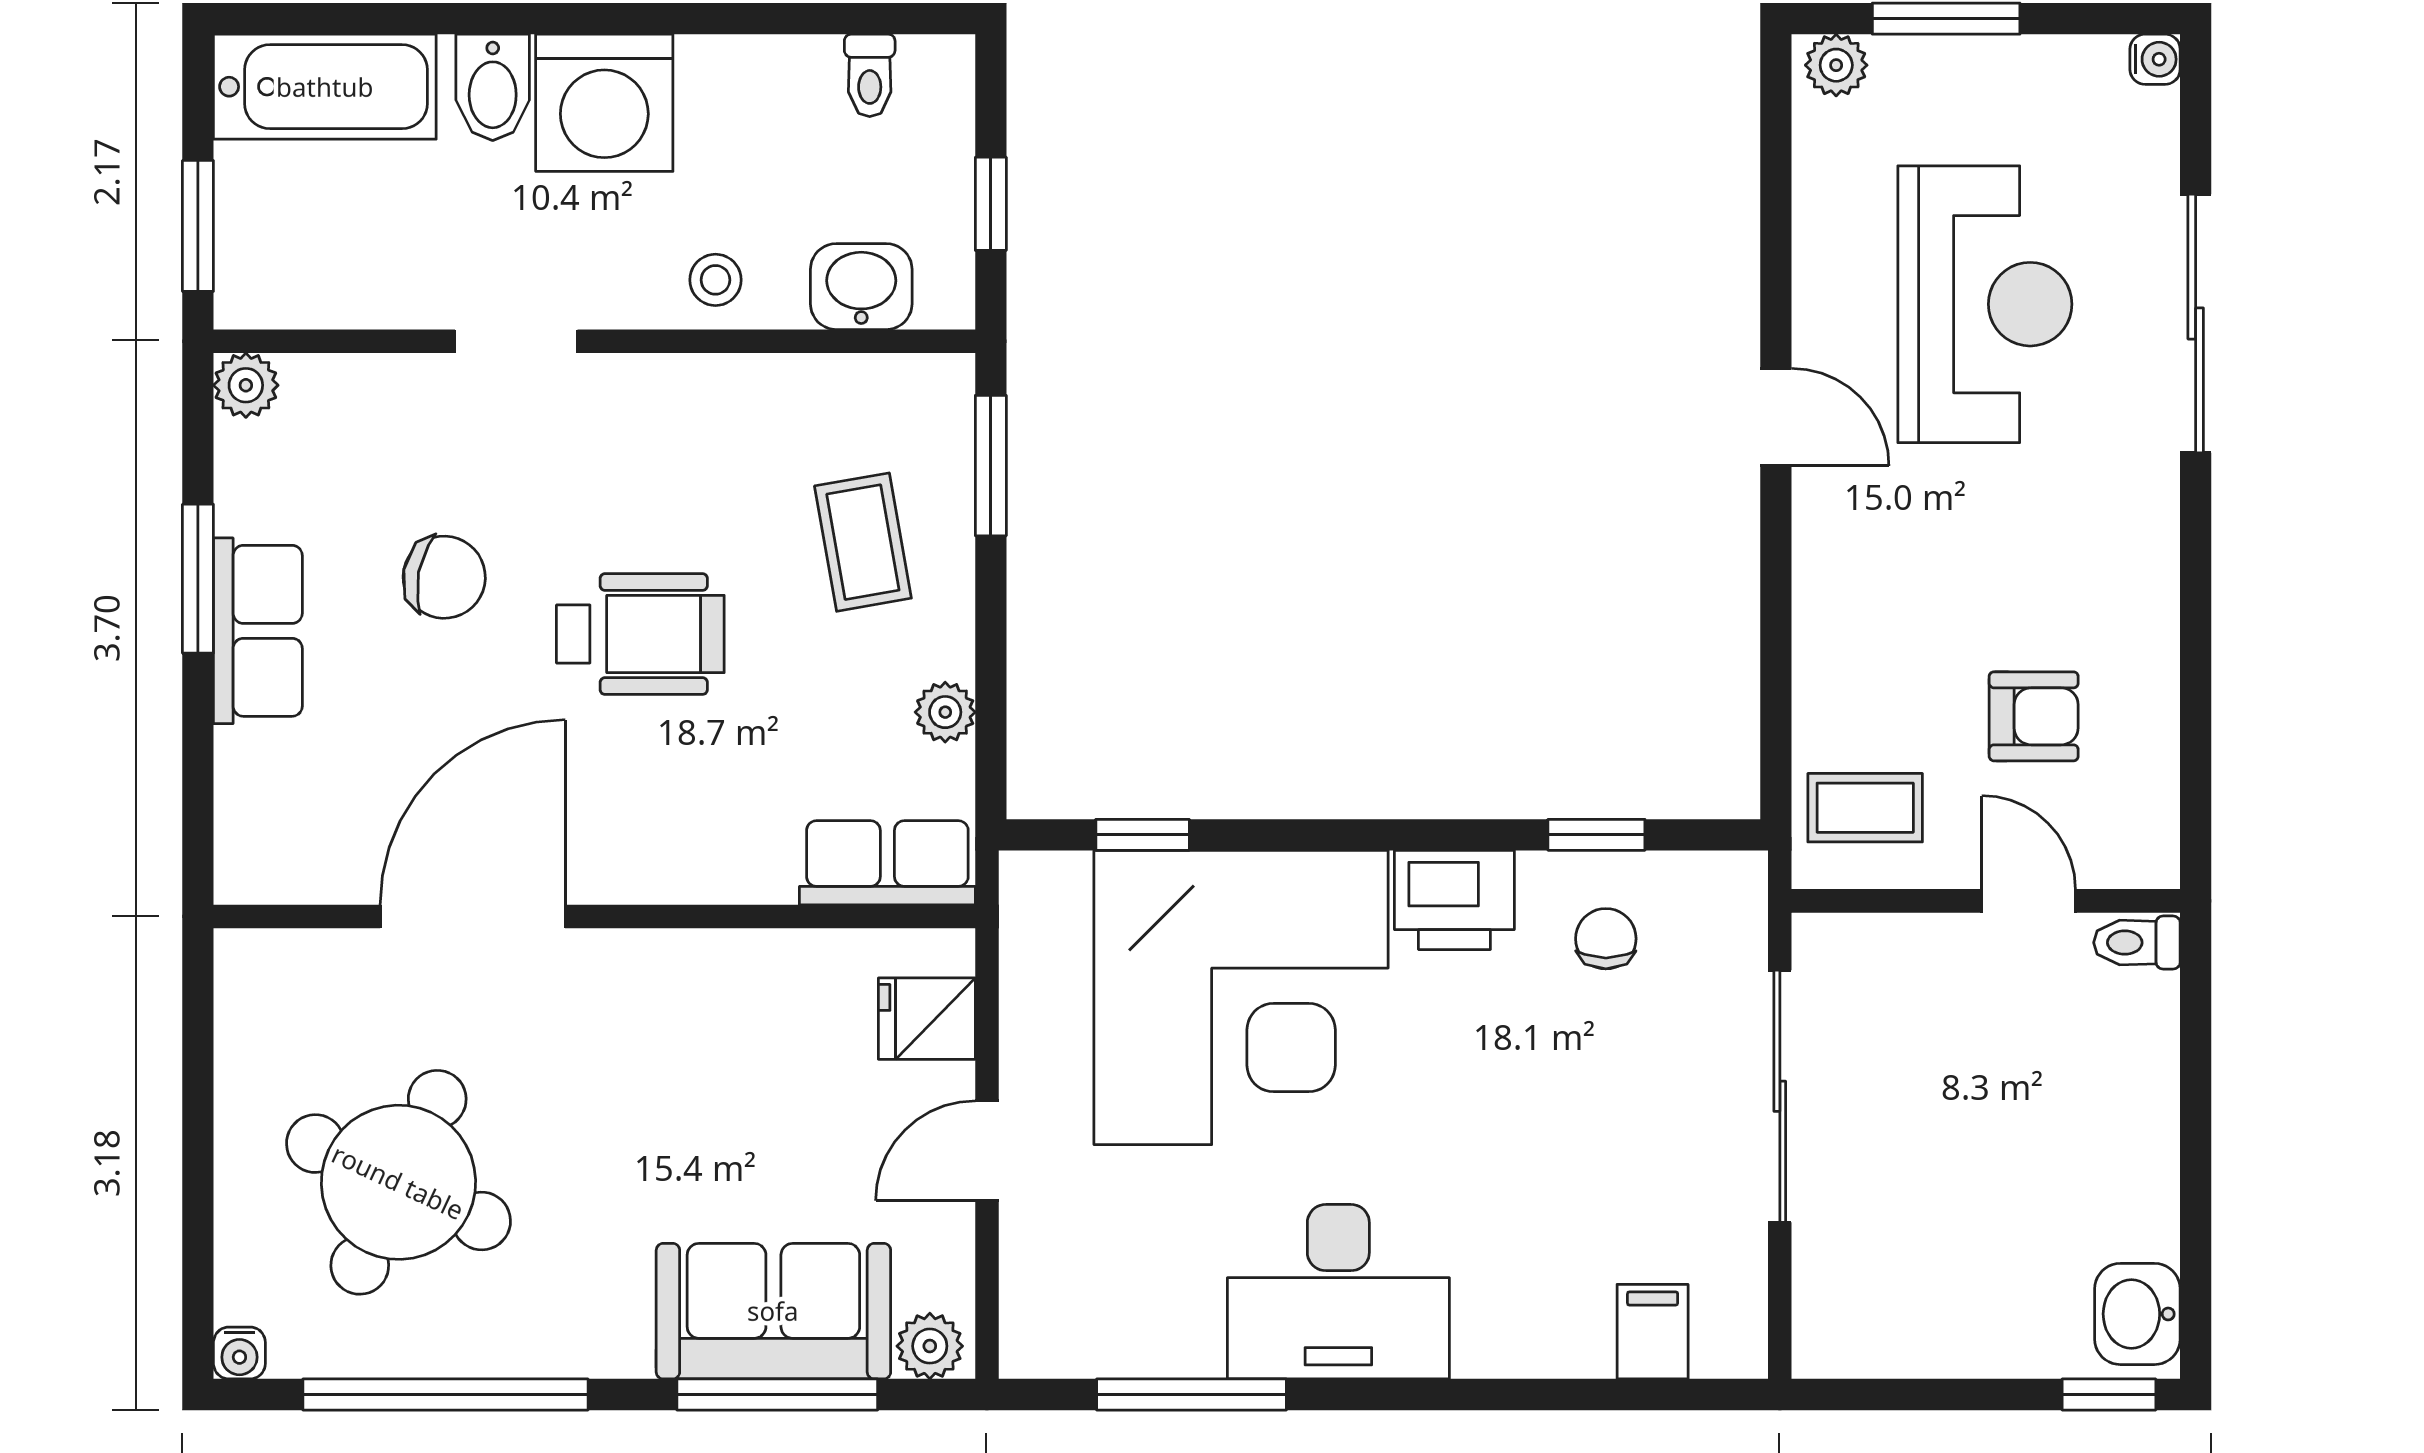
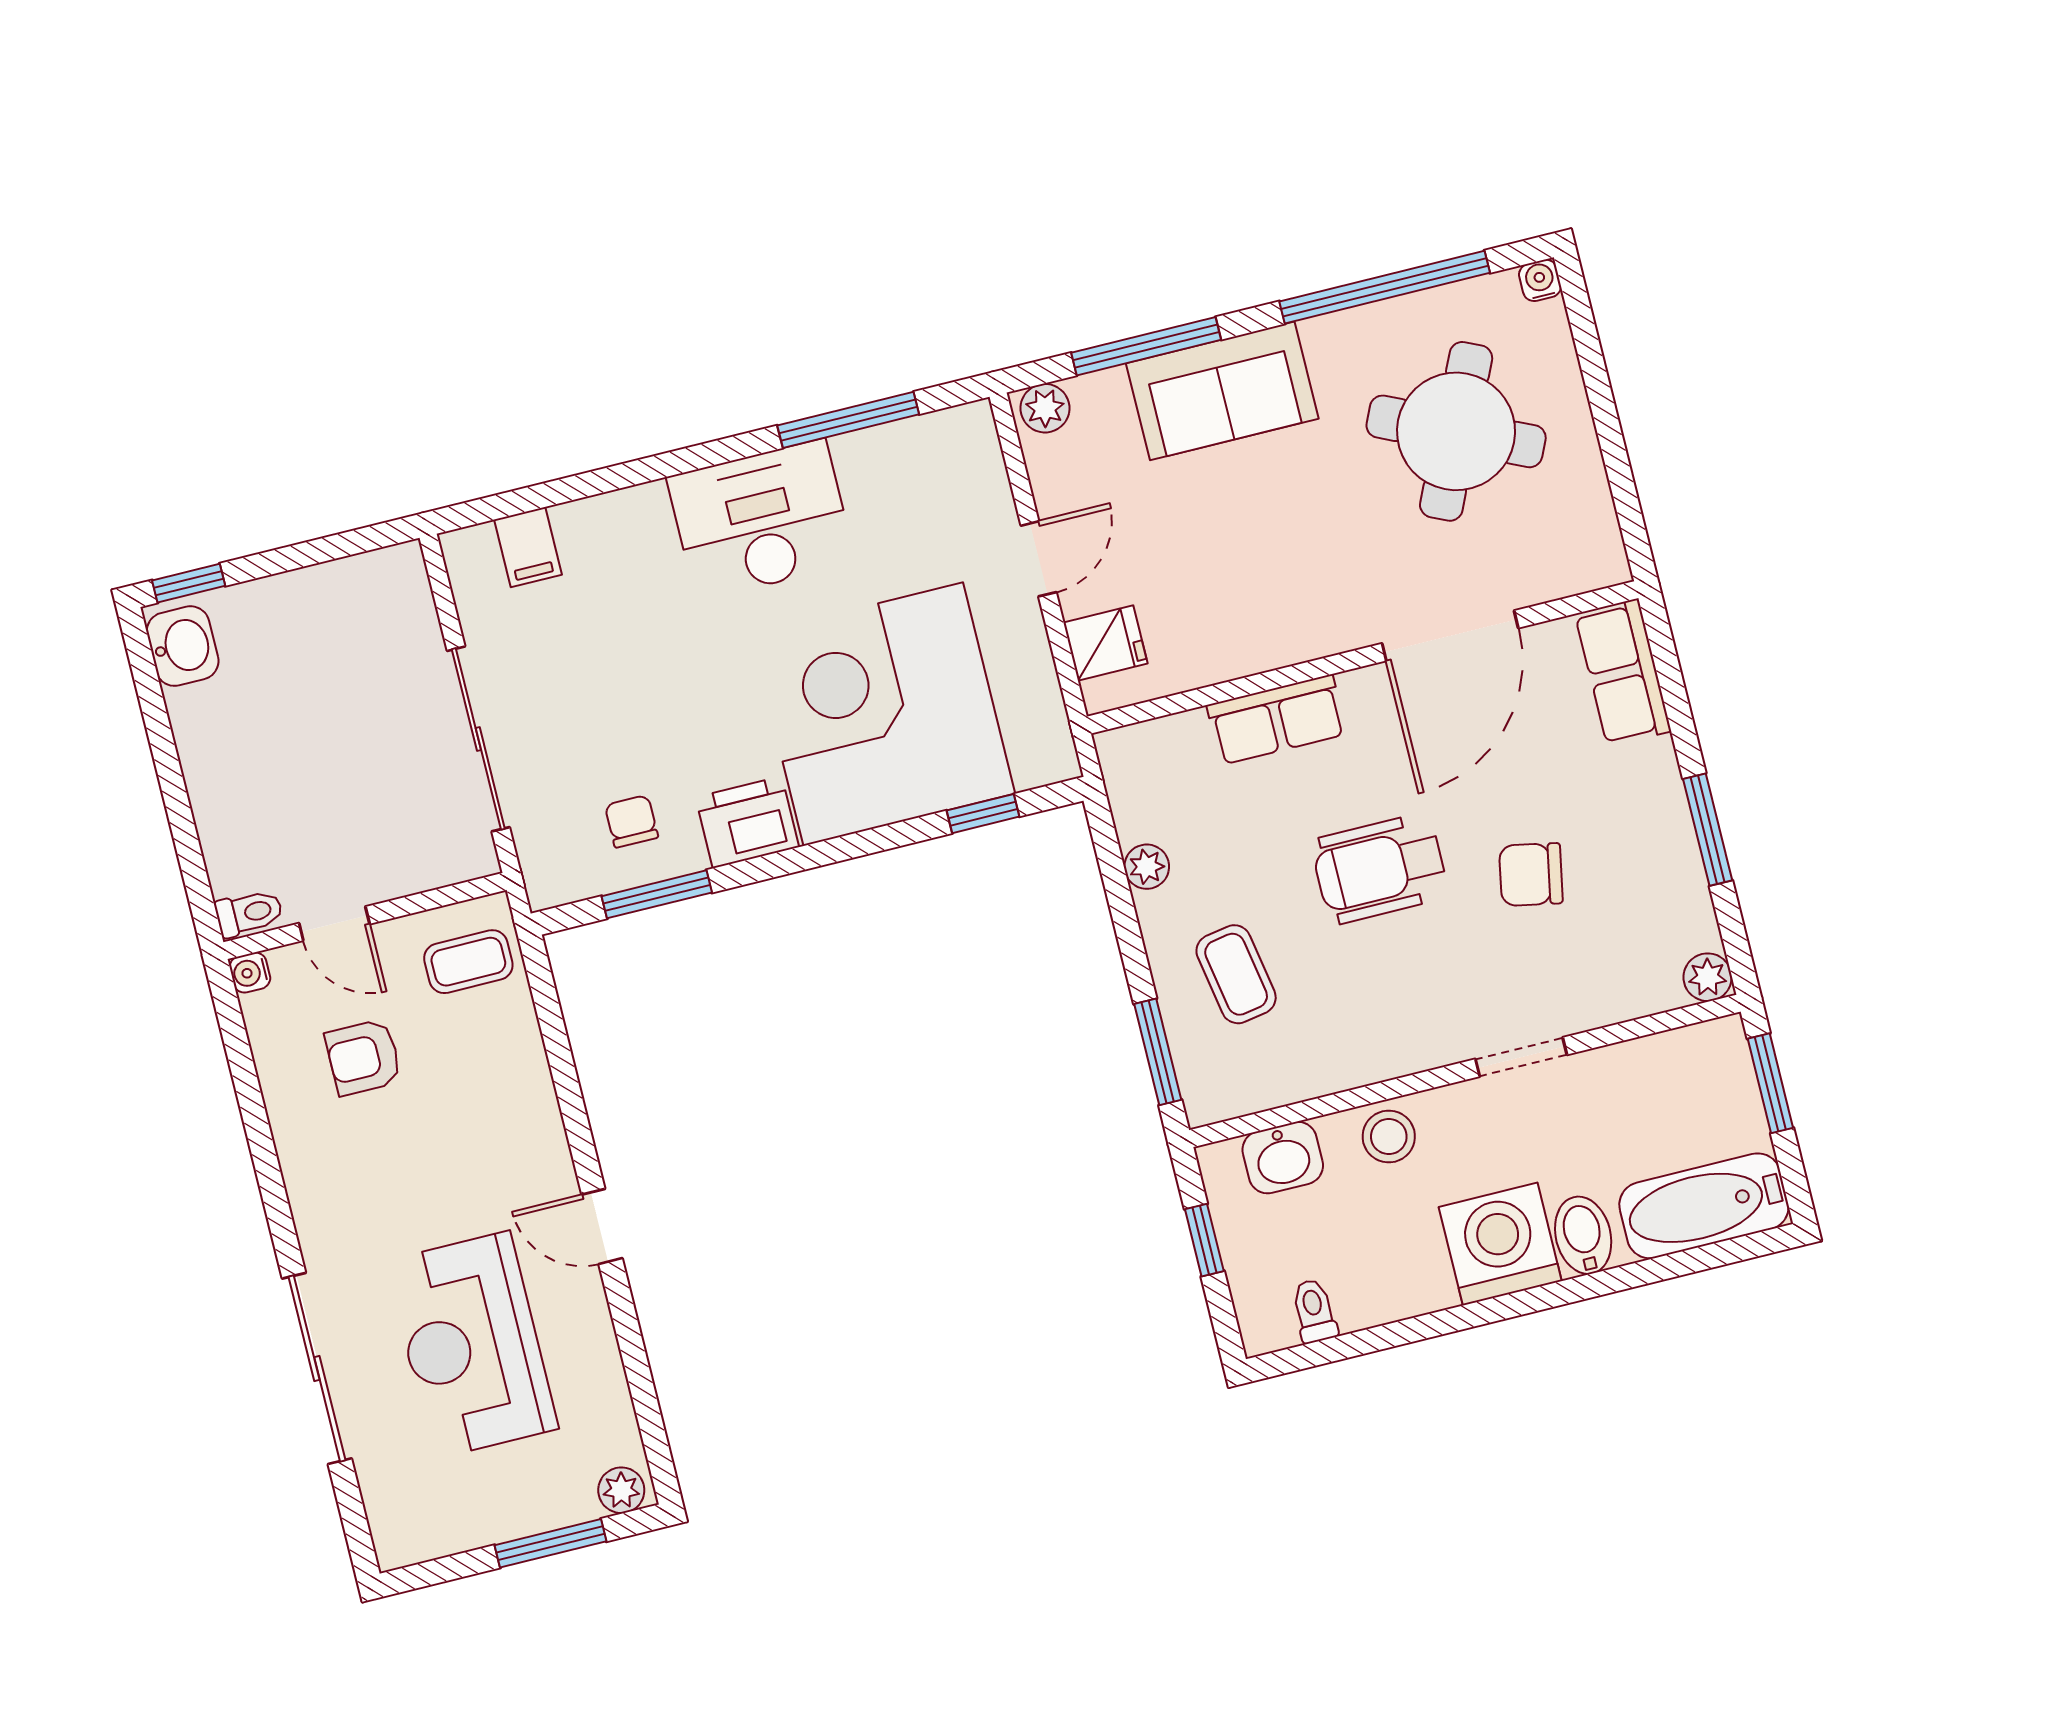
water cooler: (2155, 59) -> (250, 973), moved
stool: (715, 280) -> (1389, 1136), width x1.37, depth x1.37
row of seats: (258, 631) -> (1623, 673), moved
window: (1596, 835) -> (657, 894), width x1.50
row of seats: (887, 863) -> (1277, 720), moved
chair: (1606, 939) -> (631, 821), turned 180
sofa: (773, 1311) -> (1222, 391), moved

